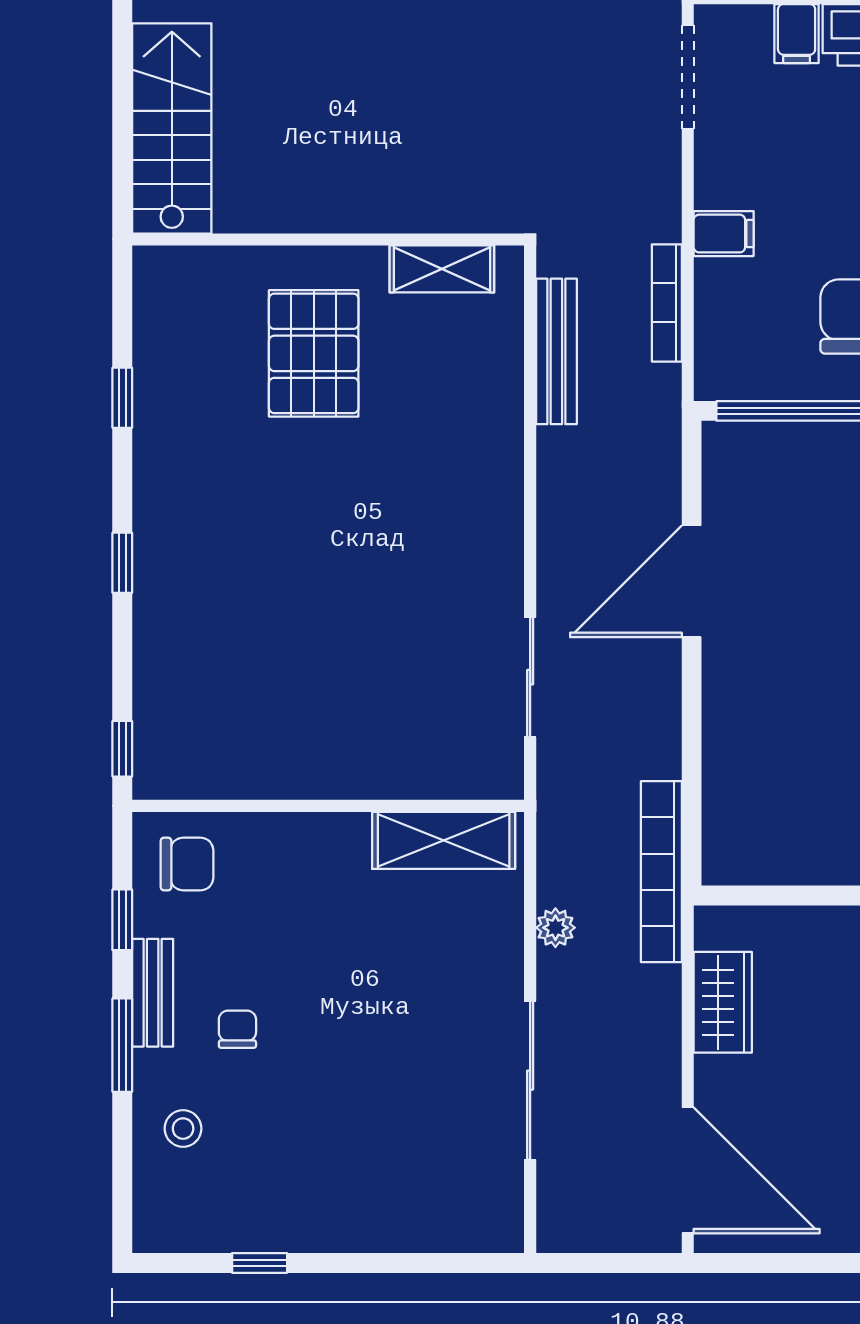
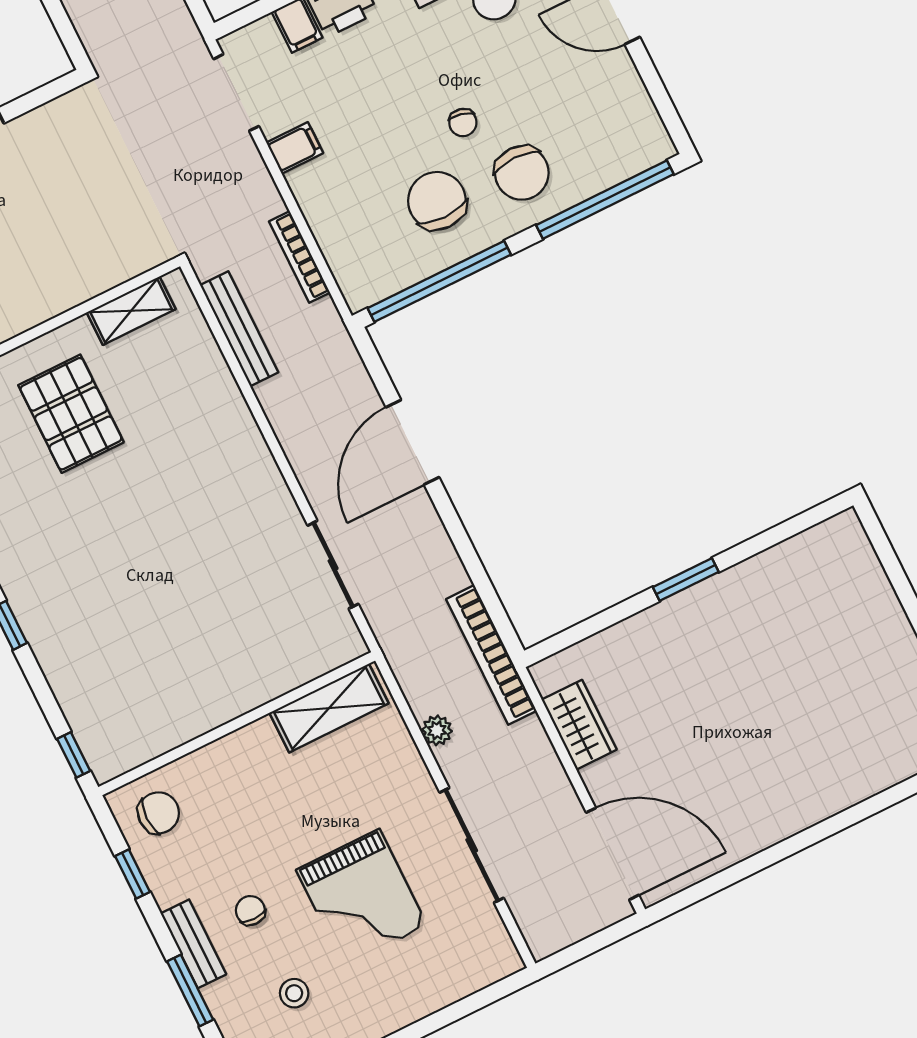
filing cabinet: (724, 234) -> (295, 148), moved
bench: (153, 993) -> (193, 944), moved
window: (122, 1045) -> (190, 990), moved
grand piano: (373, 1078) -> (362, 898), added
stool: (183, 1129) -> (294, 993), moved

